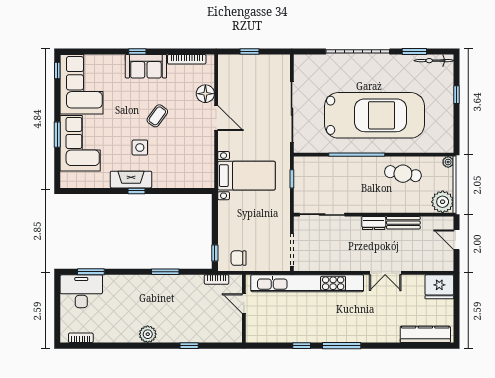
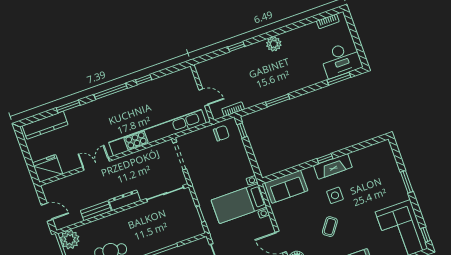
corner sofa: (80, 143) -> (385, 181), removed
sofa: (189, 175) -> (286, 187), added
dresser: (374, 223) -> (125, 200), width x1.44
window: (393, 346) -> (68, 106), added

